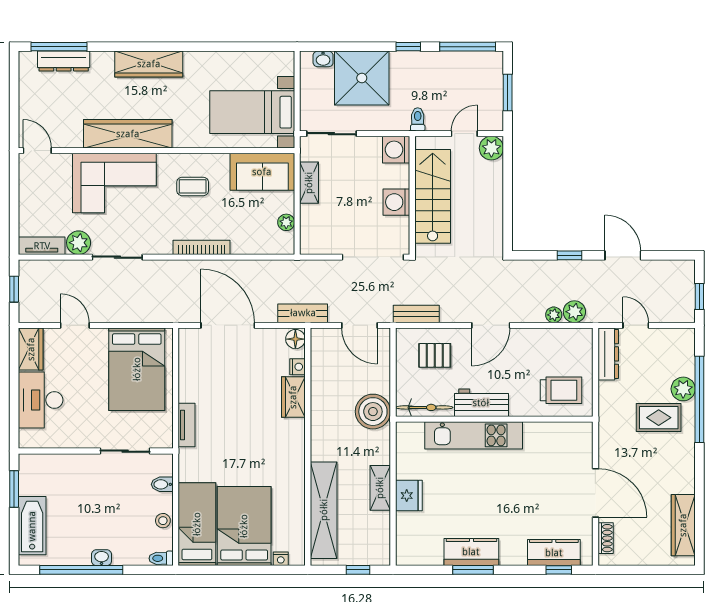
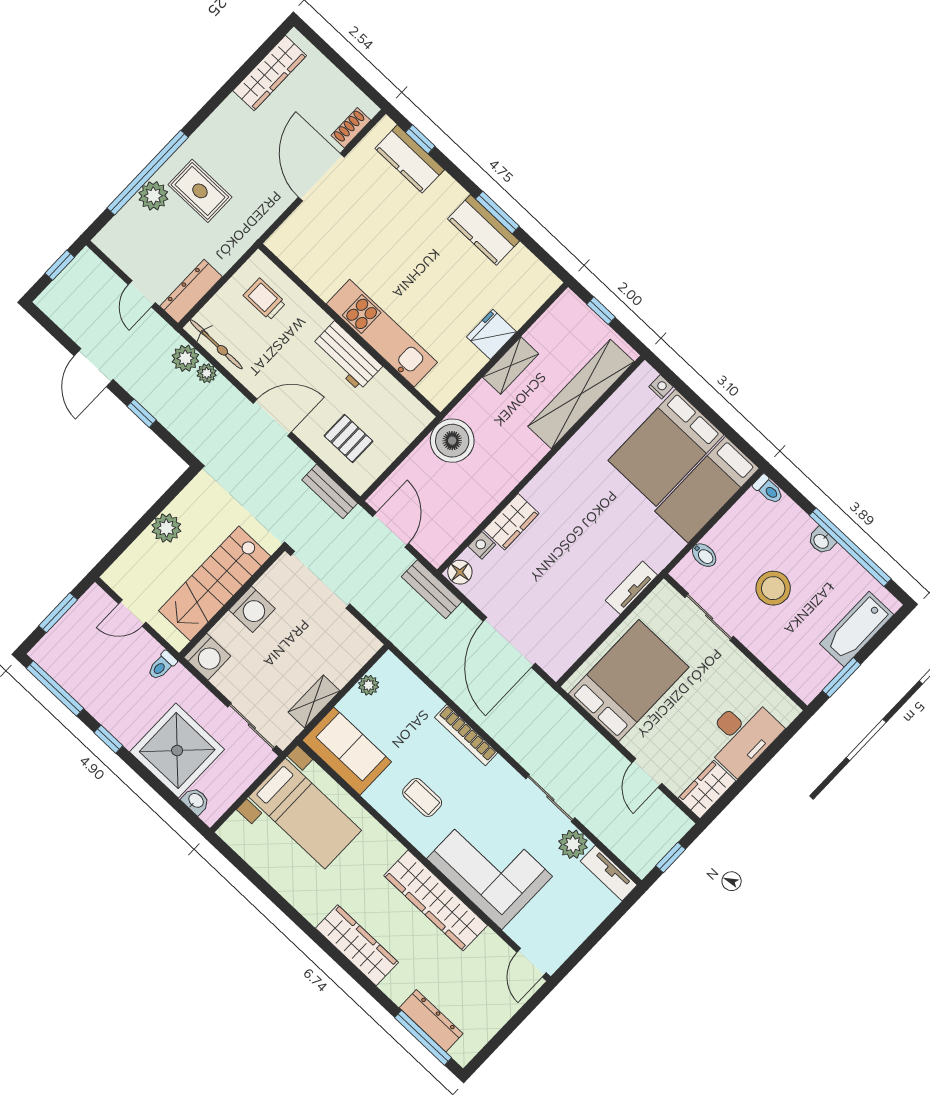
plant: (491, 148) -> (166, 528), moved
trolley: (561, 390) -> (265, 299), width x0.73, depth x0.72
bicycle: (424, 407) -> (216, 344), moved, turned 180
stool: (163, 521) -> (773, 588), moved, width x1.89, depth x1.89

